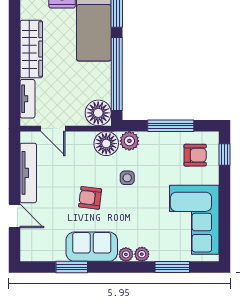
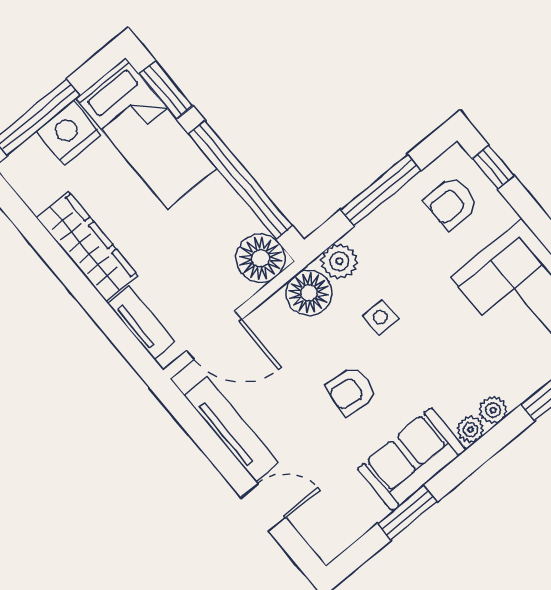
door: (53, 129) -> (214, 335), width x1.38
armchair: (195, 155) -> (451, 203), turned 180

